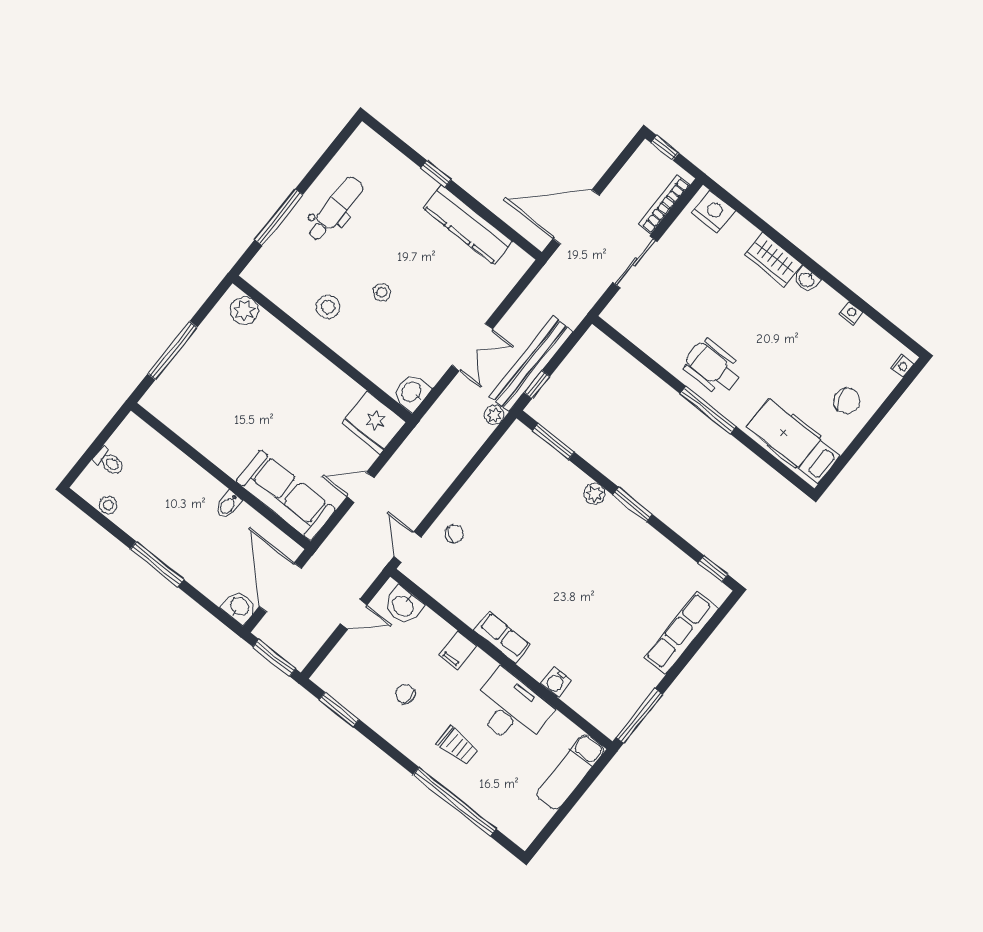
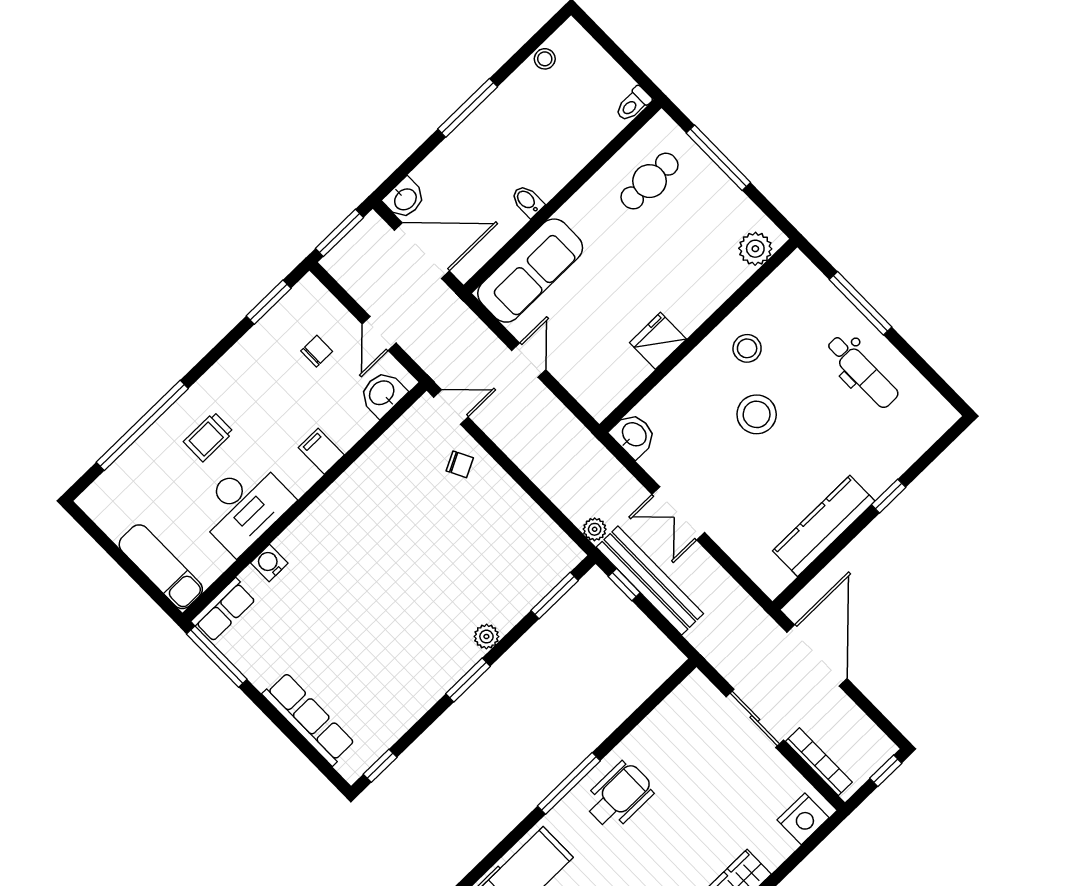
stool: (382, 292) -> (757, 414), width x1.89, depth x1.89
cafe table: (199, 405) -> (650, 181), added
fridge: (374, 423) -> (658, 341), moved, width x0.73, depth x0.75
toilet: (109, 462) -> (633, 104), moved
chair: (454, 534) -> (460, 464), turned -60
row of seats: (503, 637) -> (224, 610), moved
chair: (405, 694) -> (317, 351), moved

